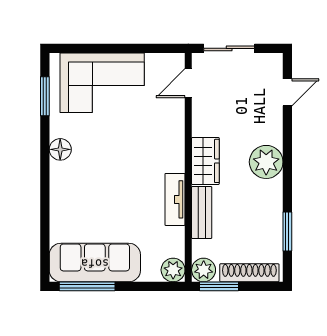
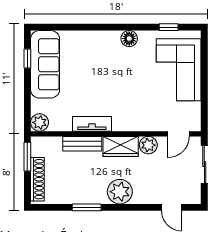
door: (188, 83) -> (178, 134), swing flipped
window: (45, 96) -> (169, 27), width x0.67
window: (287, 232) -> (87, 207), moved
plant: (204, 270) -> (148, 145), moved
window: (87, 286) -> (27, 59), width x0.46

